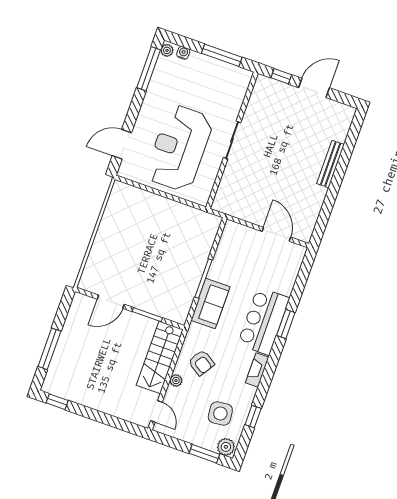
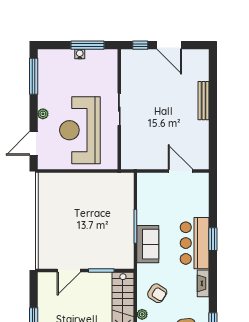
plant: (167, 50) -> (43, 114), moved
water cooler: (183, 53) -> (80, 54), moved
door: (314, 88) -> (169, 45), swing flipped

